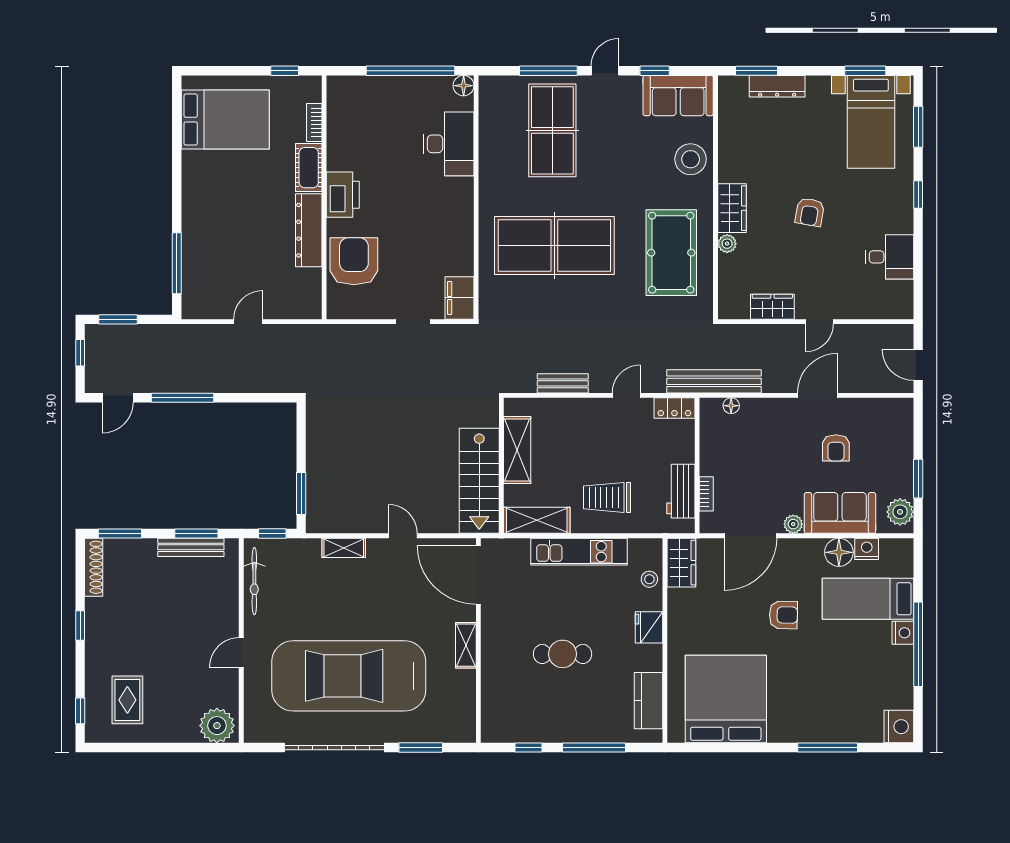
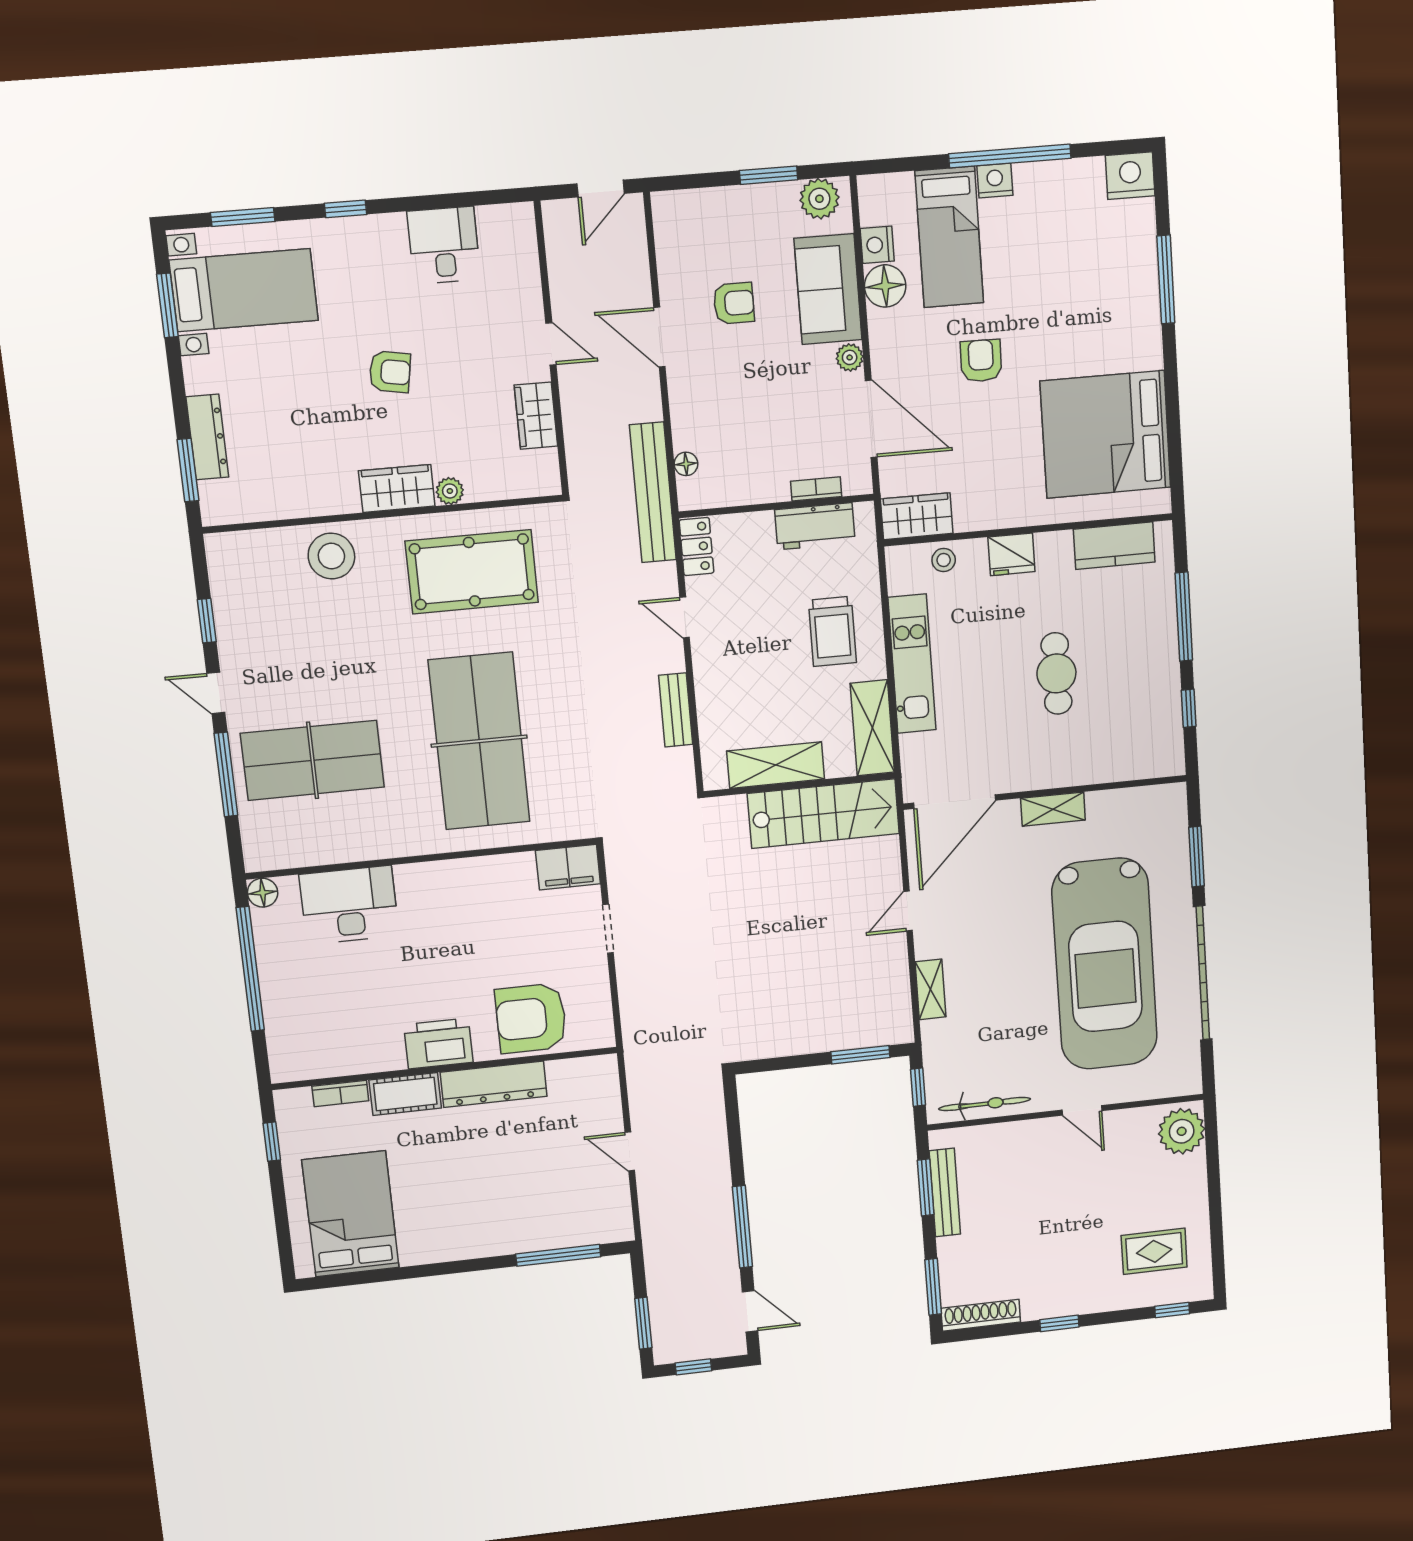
sofa: (678, 96) -> (239, 583), removed

